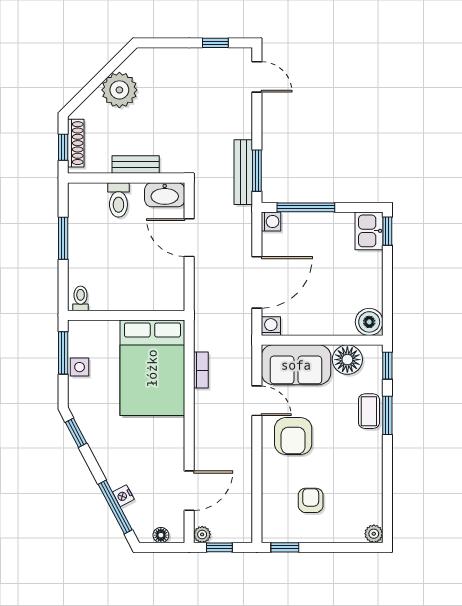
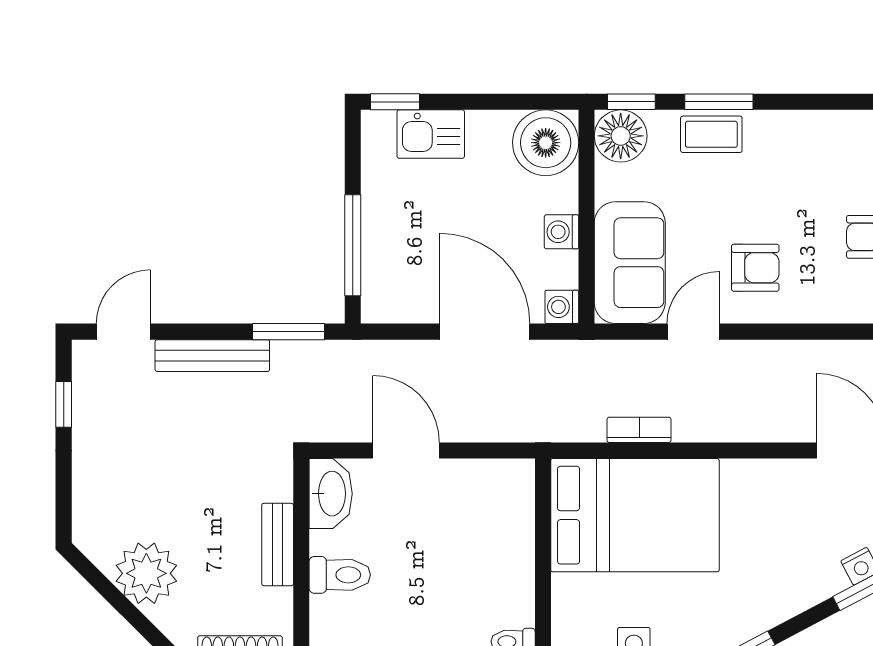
bench: (243, 172) -> (212, 356), moved
washing machine: (271, 222) -> (562, 232), moved, turned -90
kitchen sink: (369, 231) -> (431, 134), moved
door: (189, 238) -> (406, 450), swing flipped
boiler: (369, 322) -> (546, 143), width x1.37, depth x1.37
floor lamp: (347, 360) -> (621, 136), moved
armchair: (293, 436) -> (755, 268), width x0.72, depth x0.72

